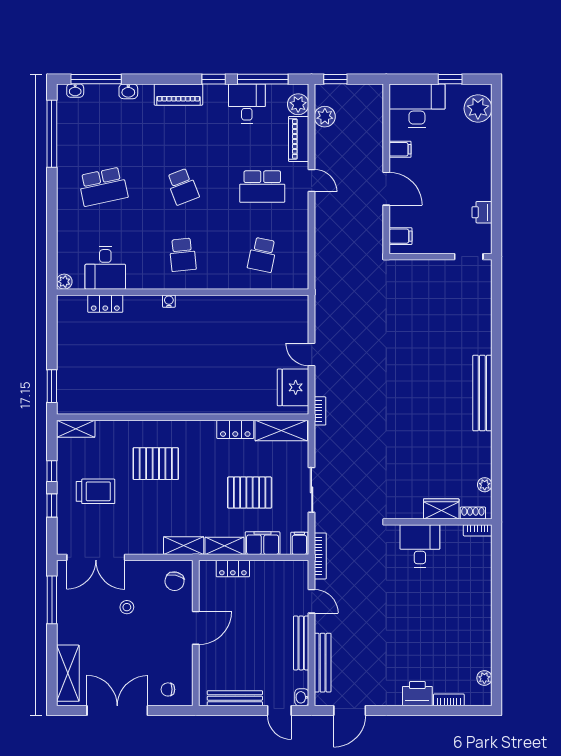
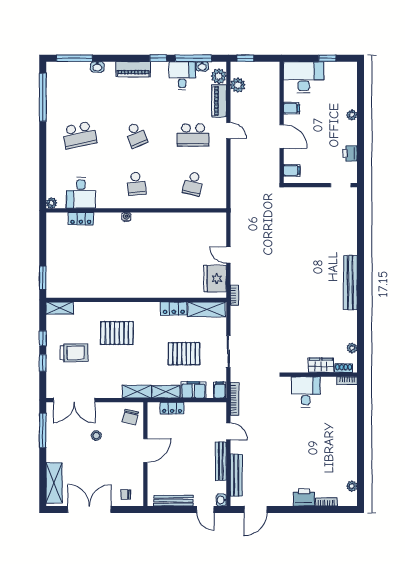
washbasin: (75, 91) -> (202, 66), moved
plant: (478, 108) -> (352, 115), moved, width x0.53, depth x0.53

